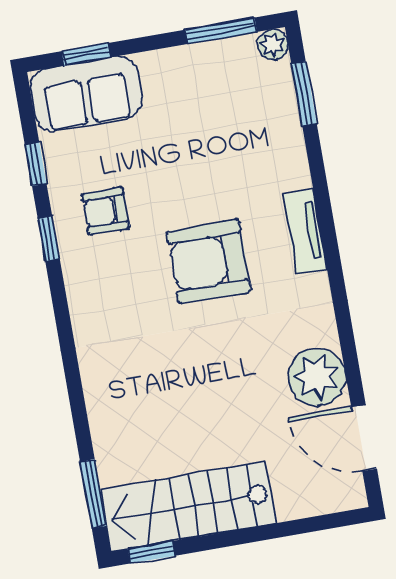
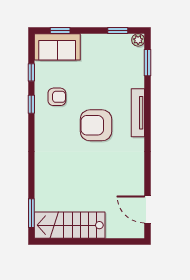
window: (221, 31) -> (118, 31), width x0.67
armchair: (106, 211) -> (57, 97), turned 180
tv unit: (305, 232) -> (138, 113), width x1.41
plant: (317, 377) -> (132, 181), removed
window: (151, 552) -> (51, 242), removed

